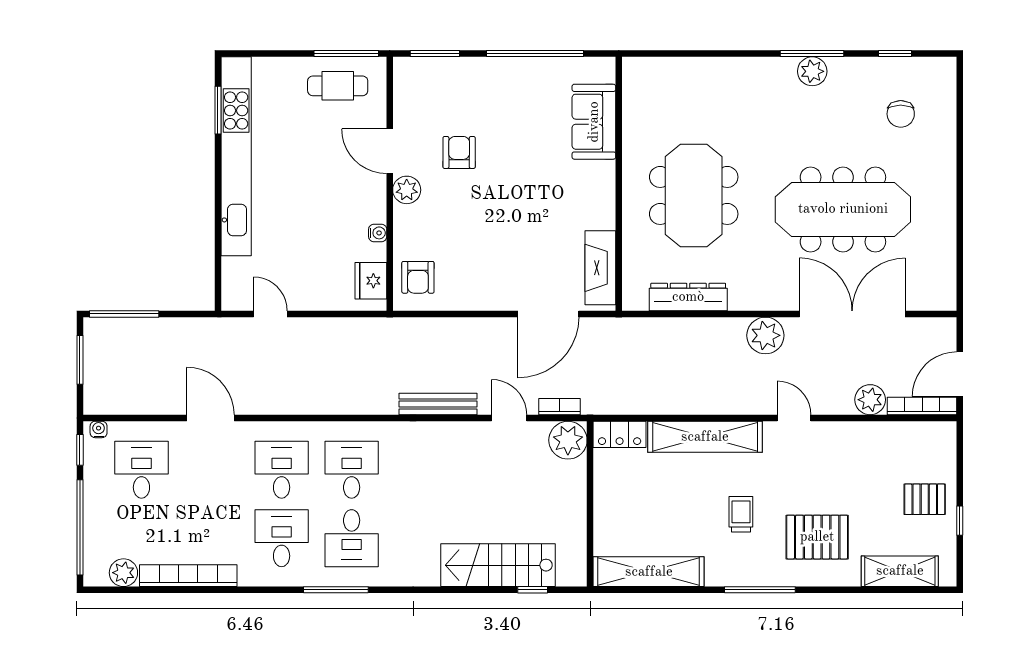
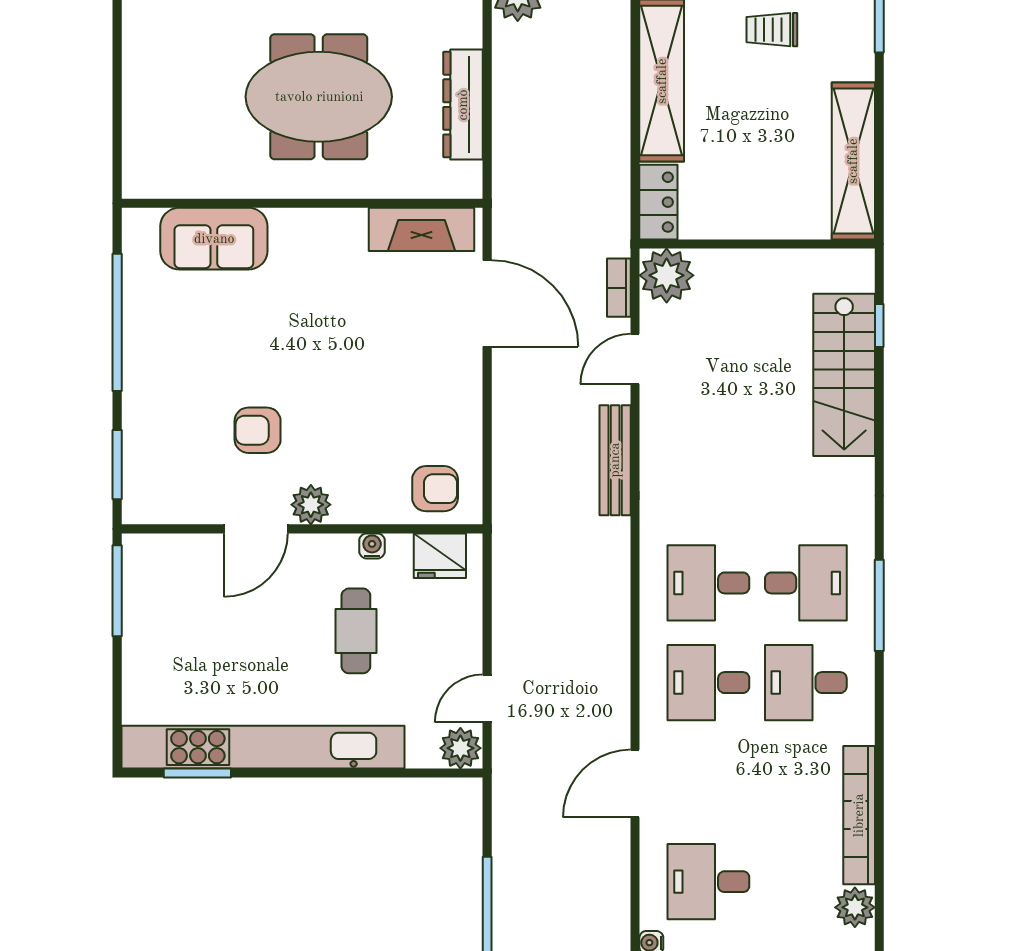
cafe table: (338, 86) -> (356, 631), moved
plant: (235, 295) -> (460, 748), added

